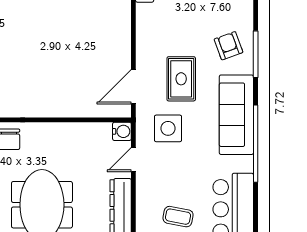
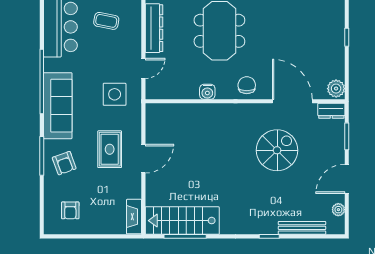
rug: (181, 79) -> (110, 149), moved
door: (133, 87) -> (143, 159), moved
water cooler: (122, 131) -> (207, 92), moved, turned -90

